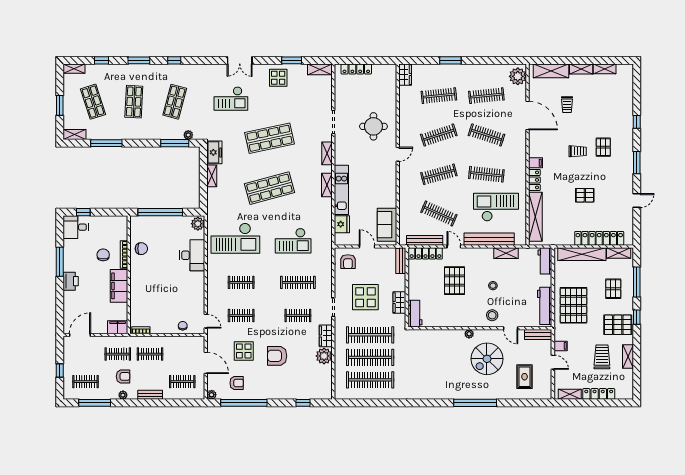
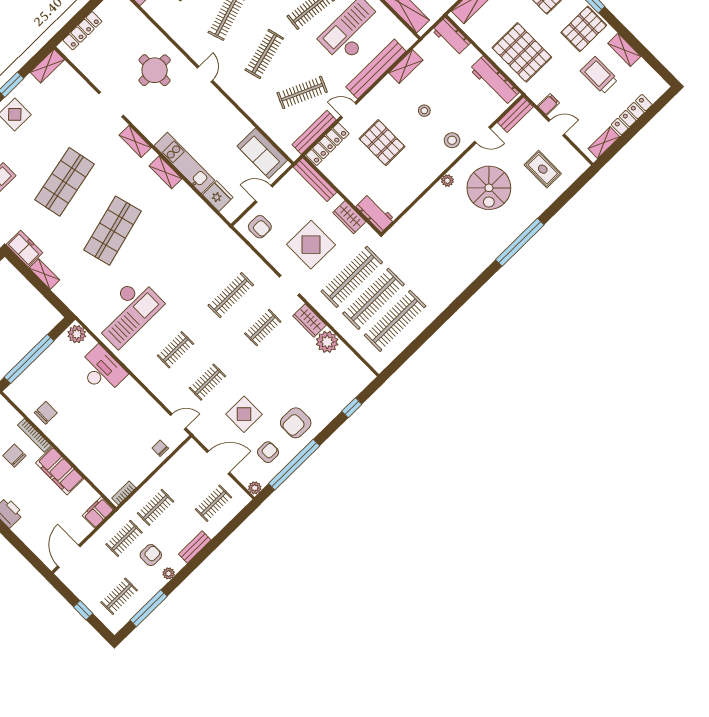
checkout: (293, 241) -> (186, 259), removed
bench: (401, 261) -> (315, 180), width x1.36
armchair: (277, 356) -> (296, 423), moved

